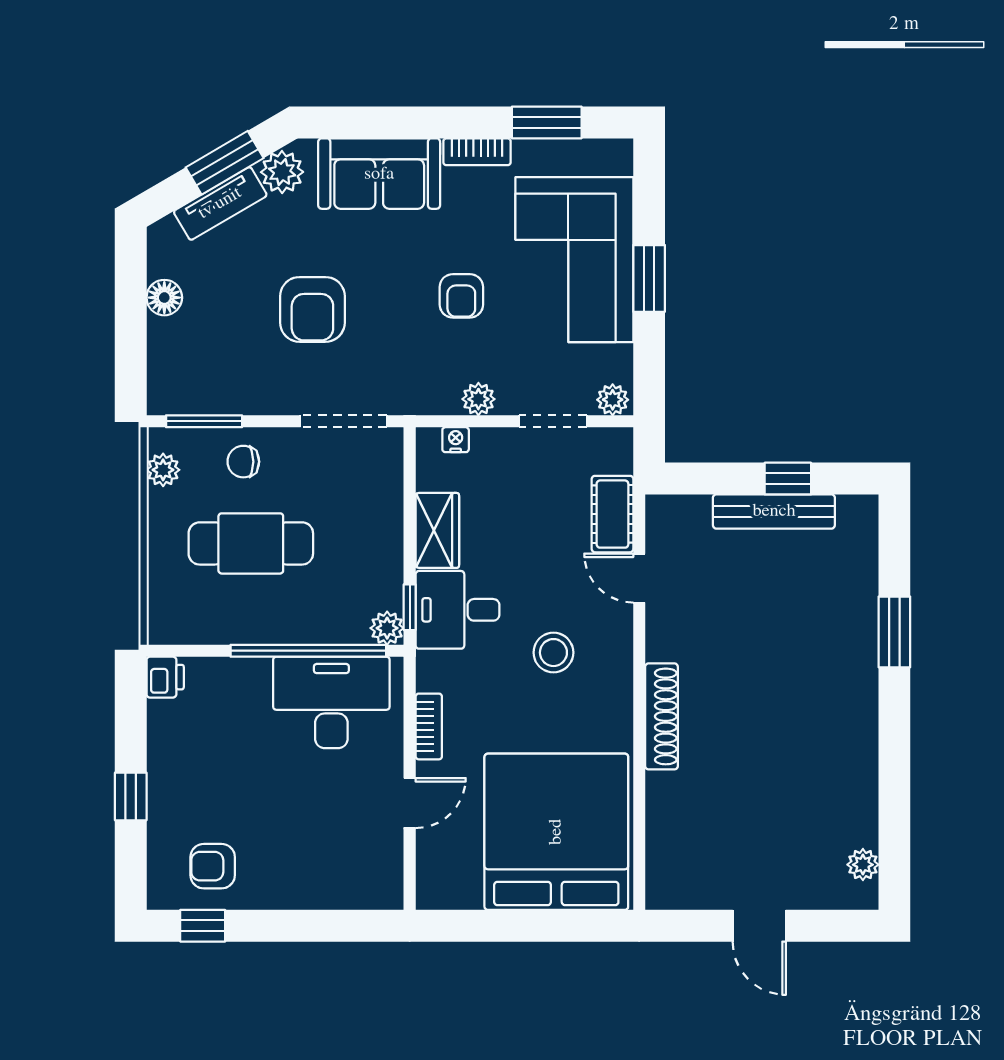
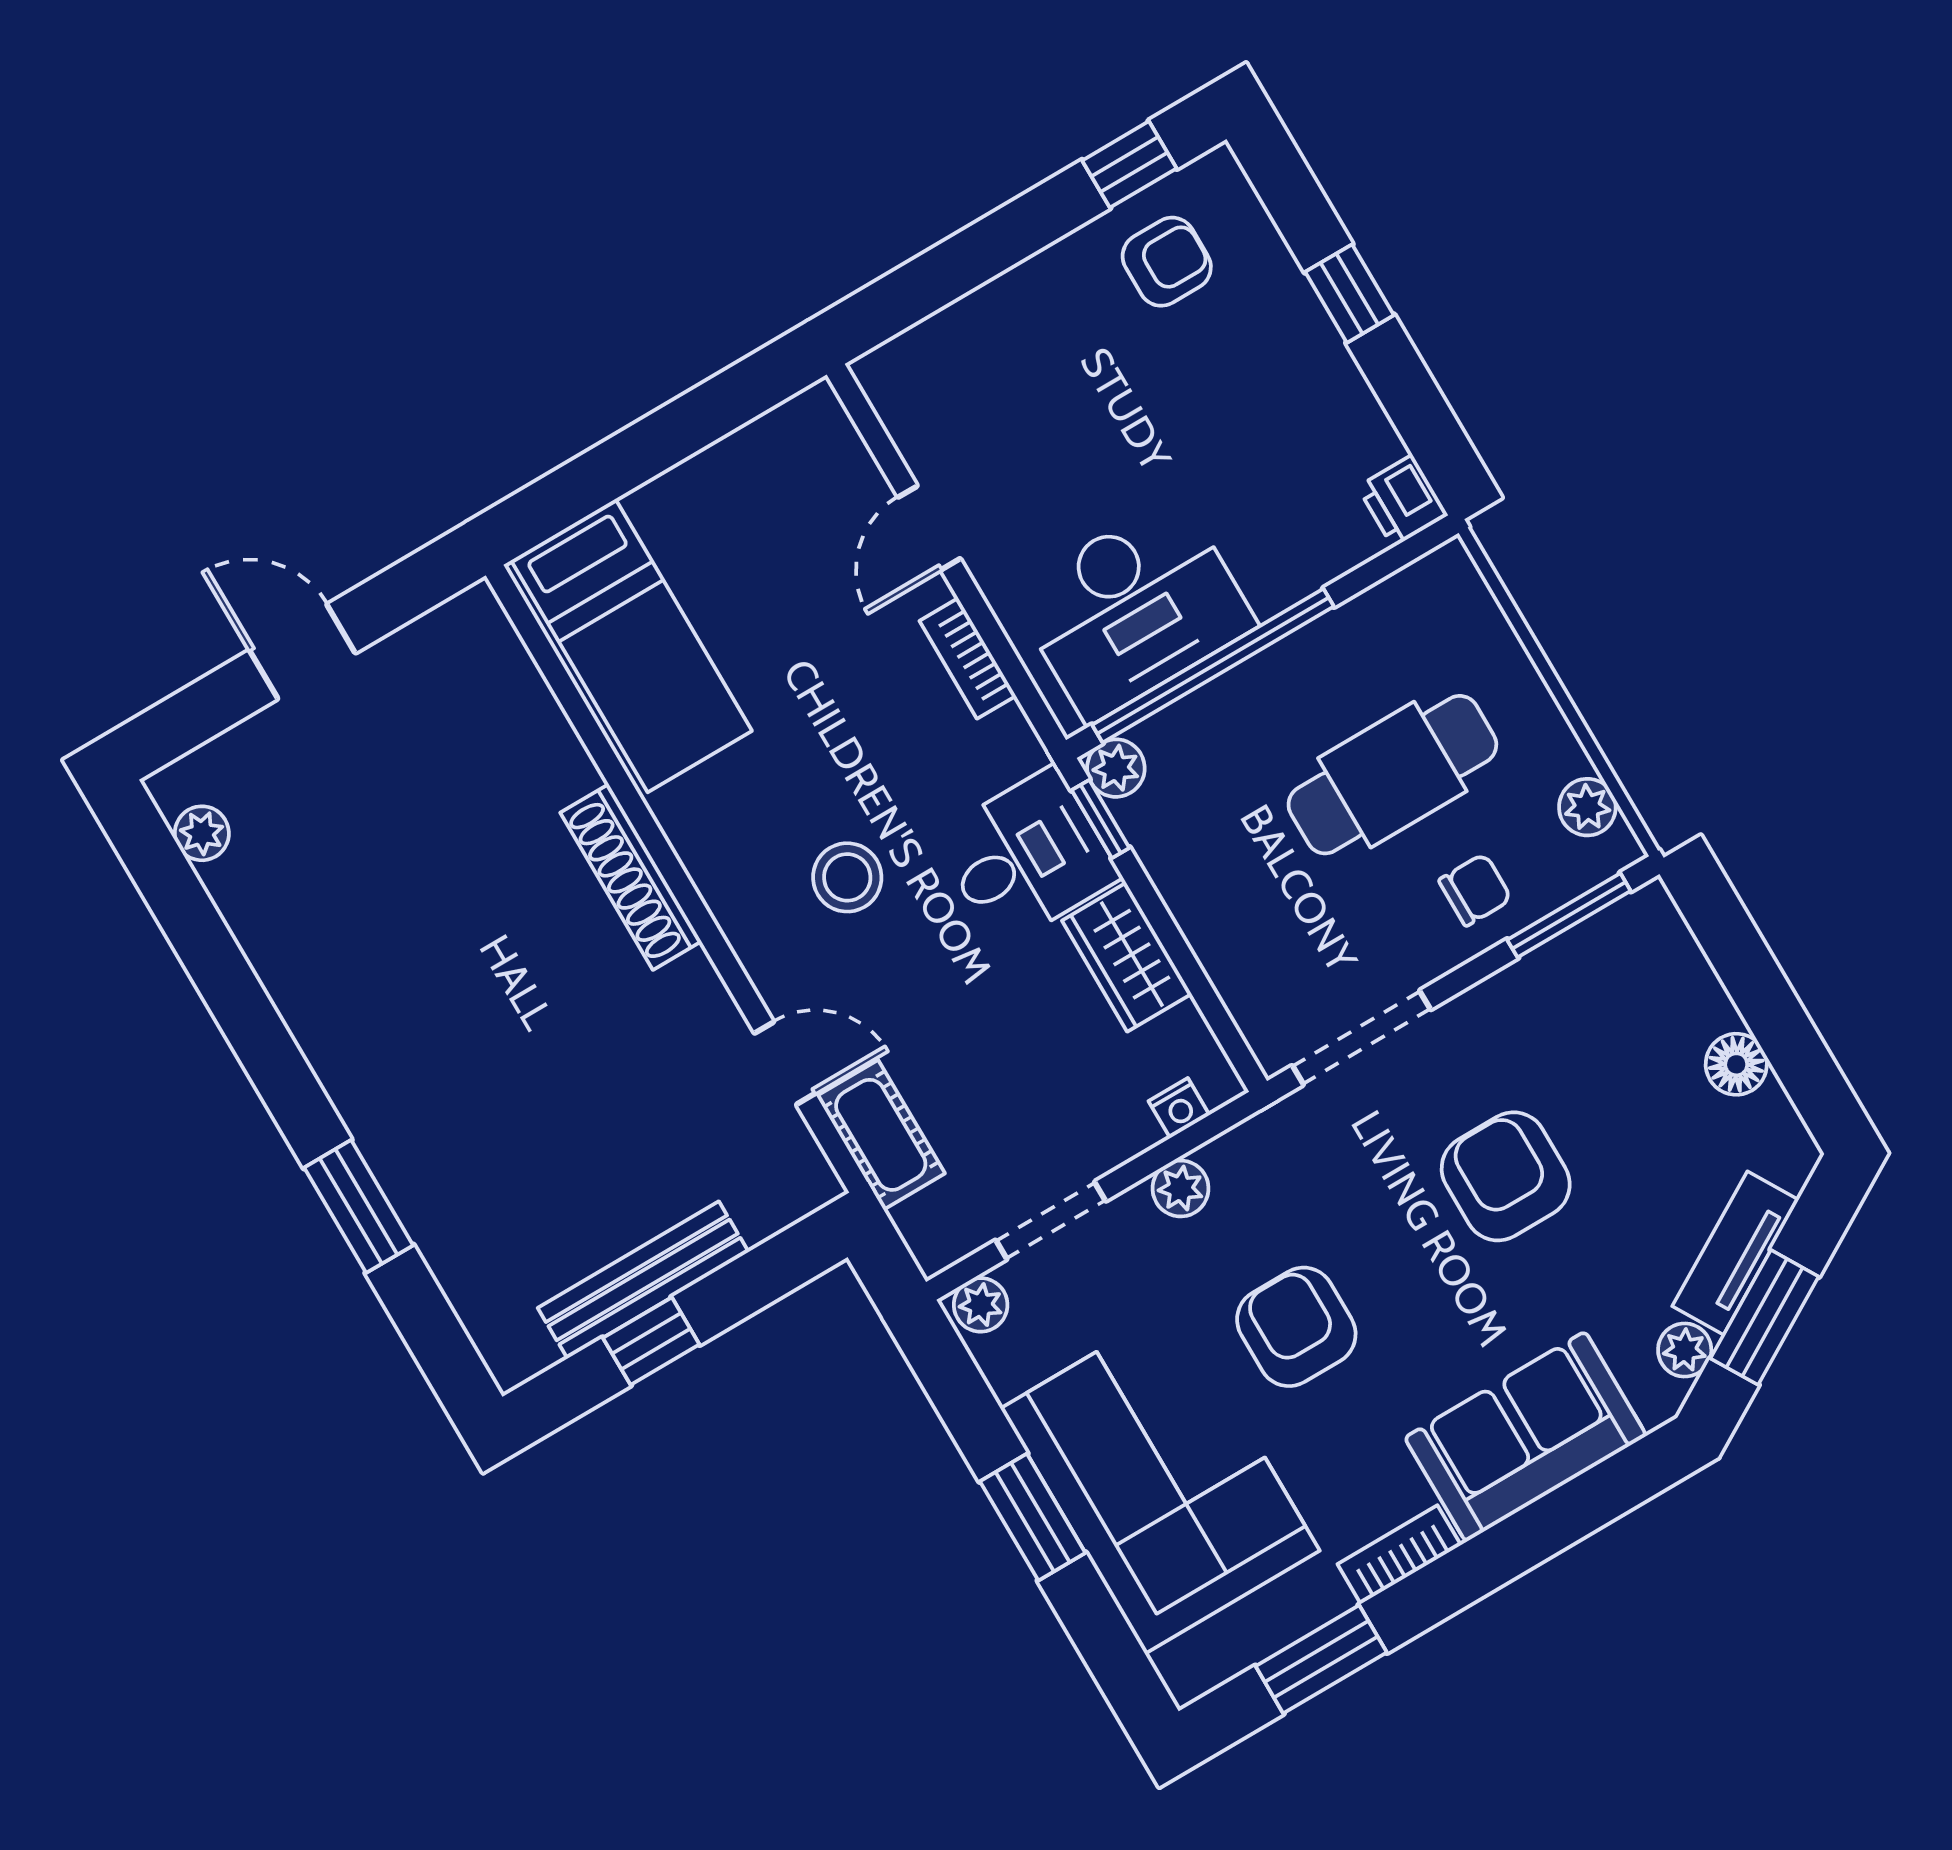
plant: (282, 172) -> (1685, 1350), width x0.73, depth x0.73
armchair: (461, 296) -> (1296, 1327), width x1.38, depth x1.38
bed: (556, 832) -> (632, 646), width x0.49

